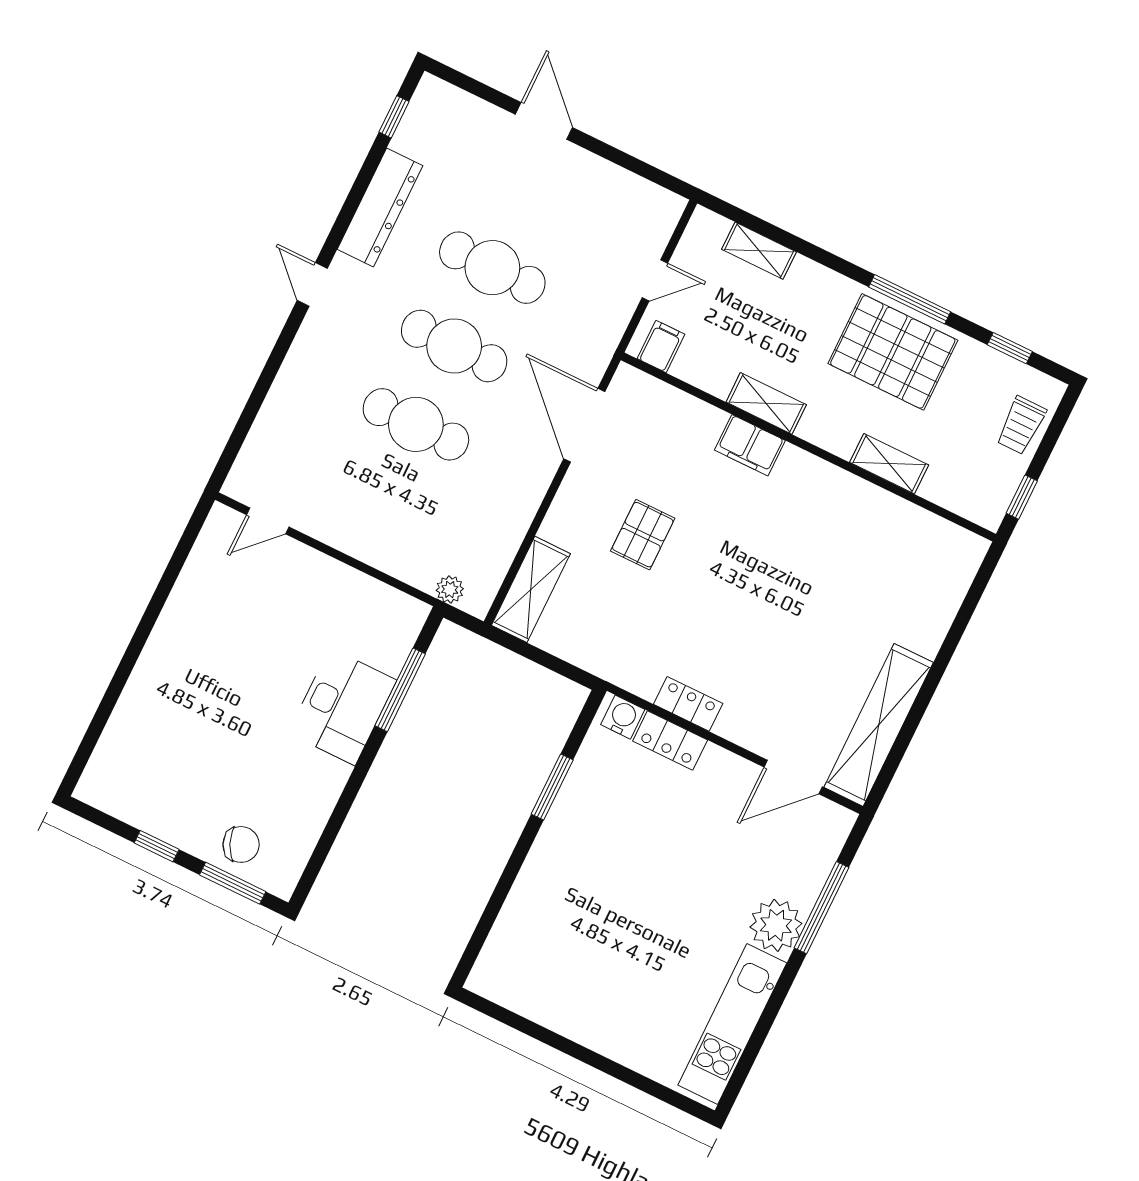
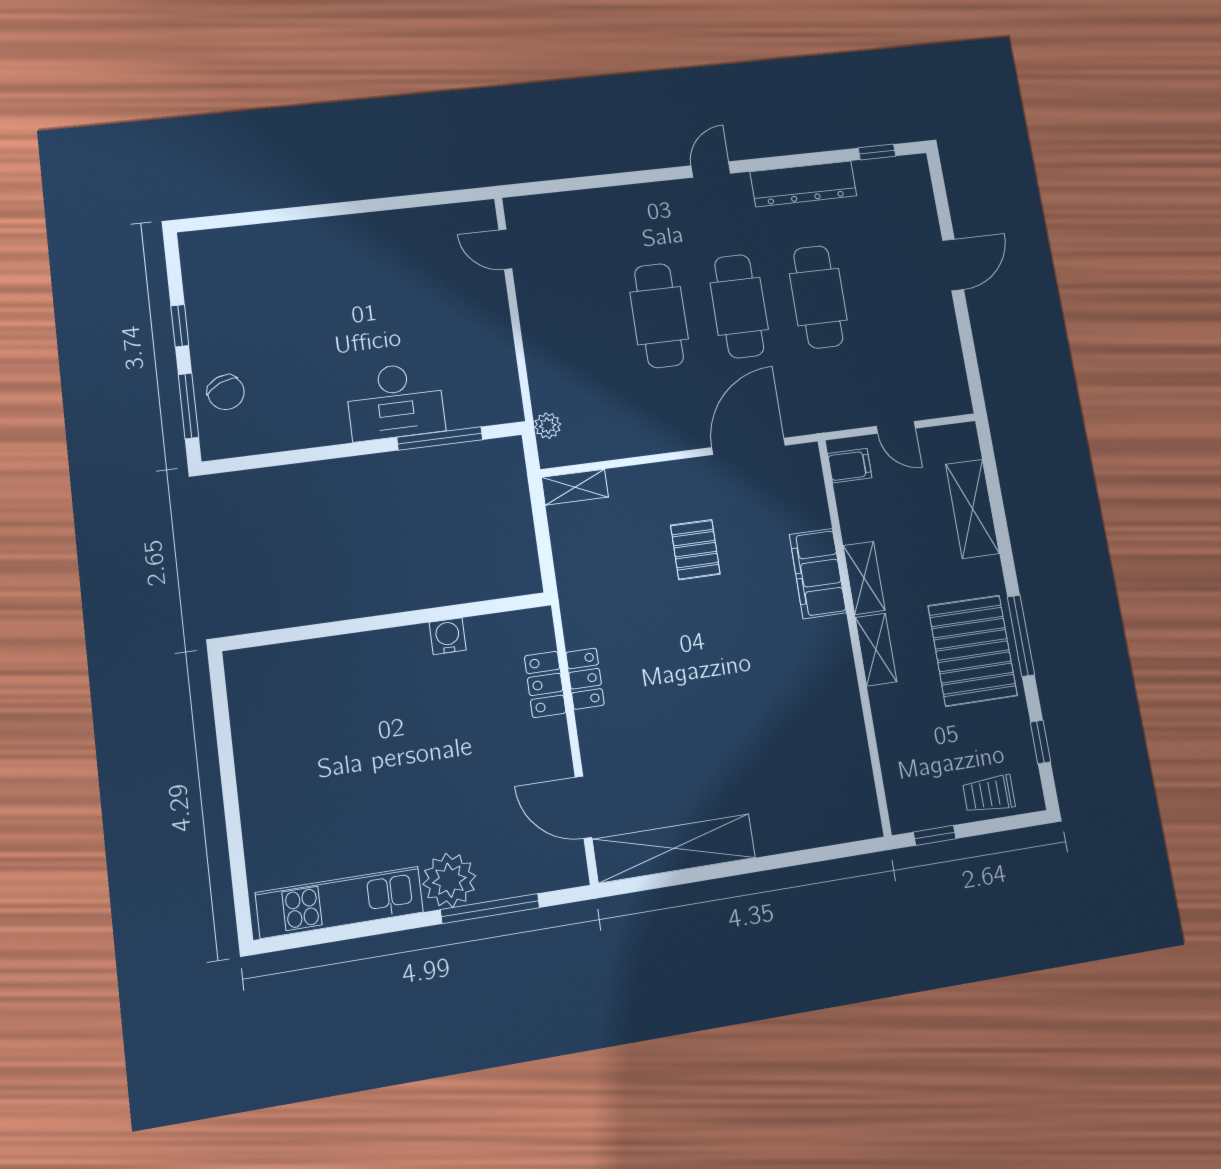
shelving: (759, 251) -> (972, 509), width x1.50, depth x1.33
filing cabinet: (750, 445) -> (818, 574), width x1.50, depth x1.17
shelving: (889, 464) -> (876, 650), moved
pallet: (643, 535) -> (695, 550), turned 90
shelving: (531, 589) -> (575, 487), width x0.67, depth x0.75
water cooler: (623, 717) -> (448, 636), moved, turned -90
window: (552, 787) -> (442, 613), removed

